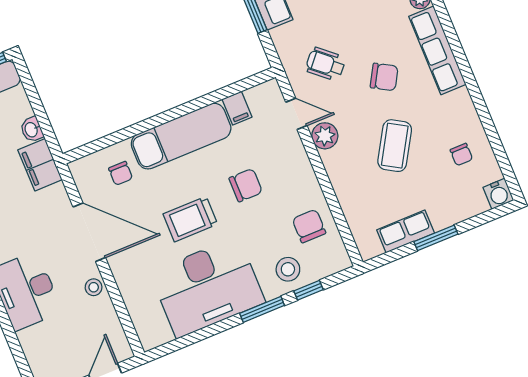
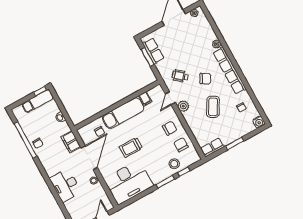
row of seats: (437, 50) -> (230, 71), width x1.36
door: (296, 114) -> (170, 98), swing flipped
filing cabinet: (40, 165) -> (71, 142), moved
chair: (246, 185) -> (170, 128), moved
row of seats: (406, 231) -> (212, 147), moved
door: (89, 232) -> (89, 158), hinge flipped
desk: (207, 287) -> (128, 182), moved

